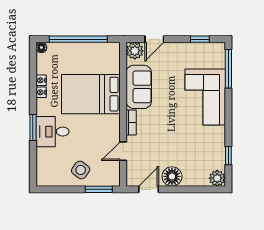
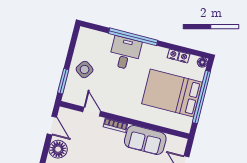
plant: (135, 51) -> (178, 145), removed
nightstand: (41, 92) -> (184, 57), moved
bed: (91, 94) -> (172, 93), moved, turned -90
window: (33, 127) -> (133, 37), width x2.11

